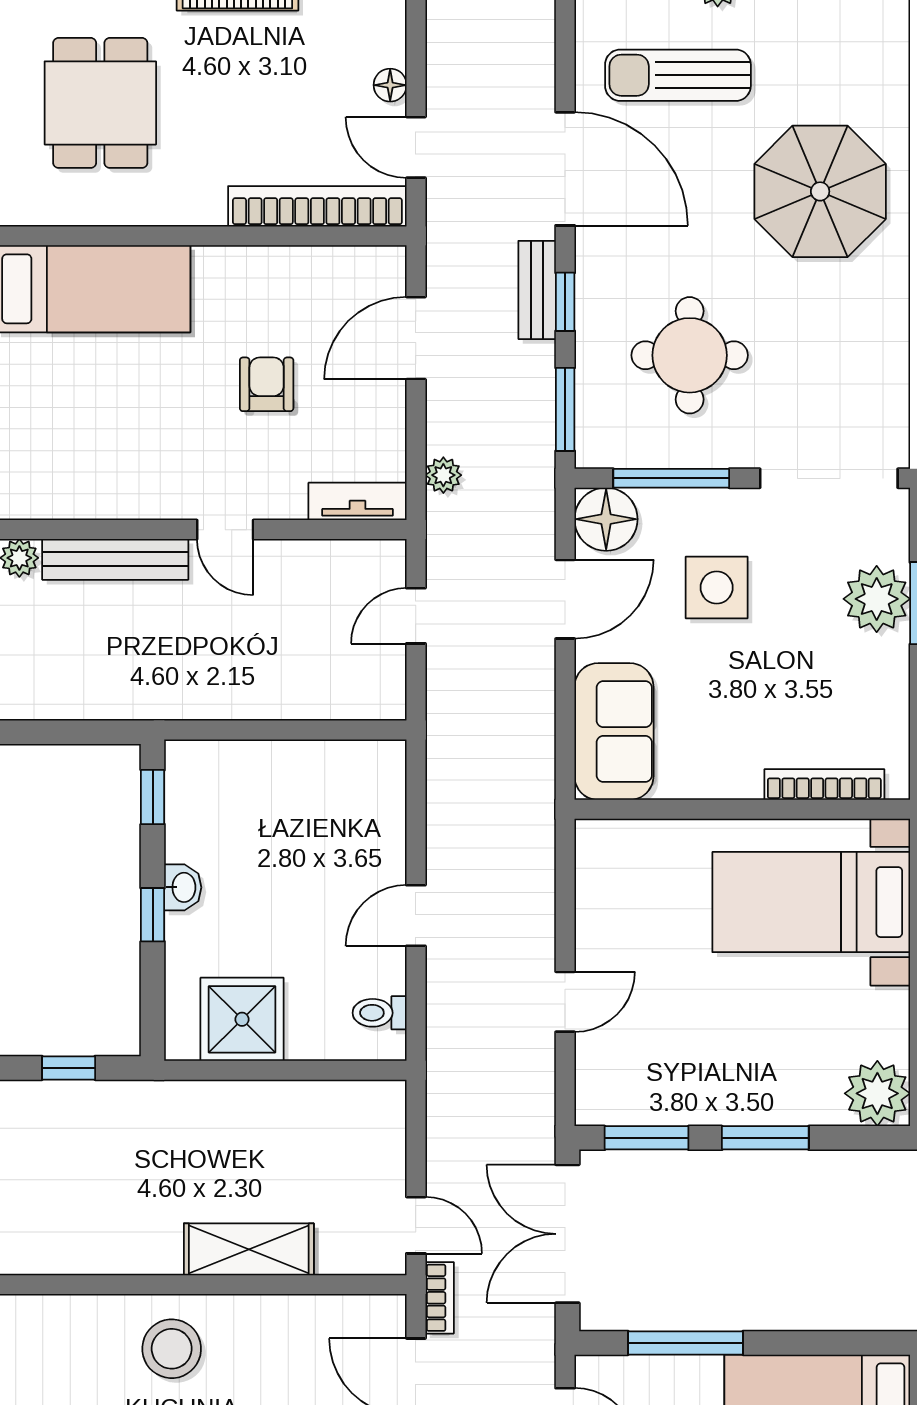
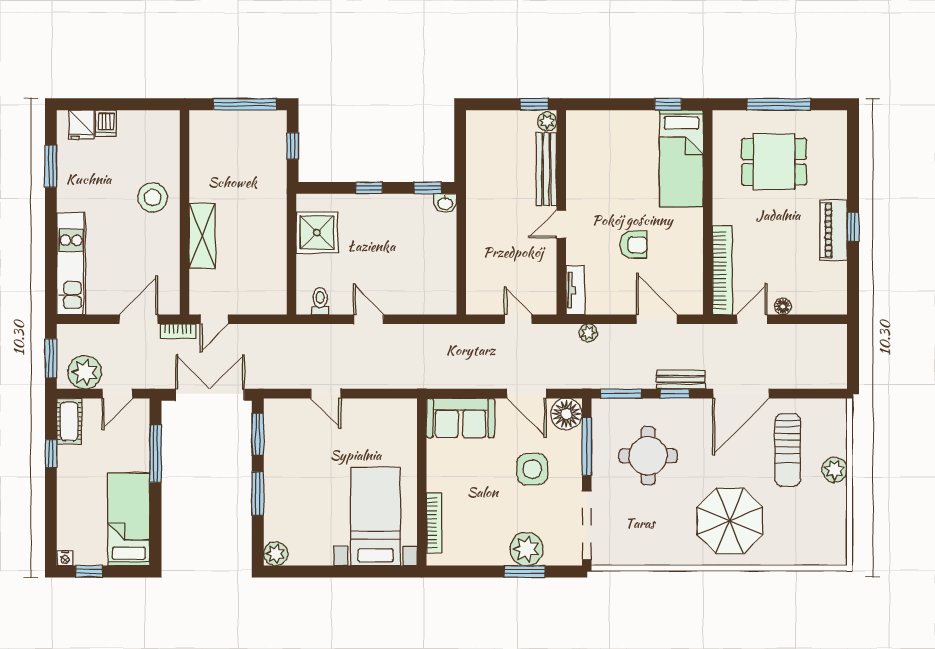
sun lounger: (678, 75) -> (788, 450), turned 180
washbasin: (183, 887) -> (445, 203), moved
plant: (877, 1093) -> (276, 554), width x0.73, depth x0.73

